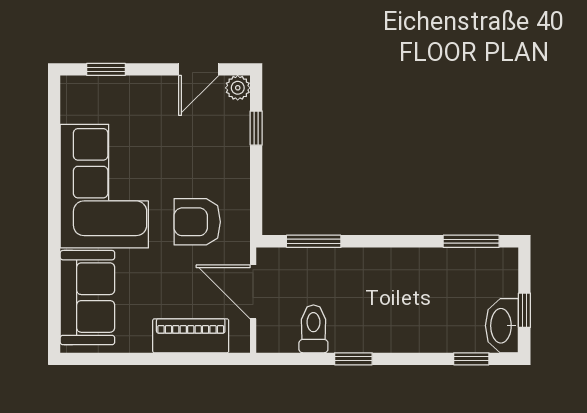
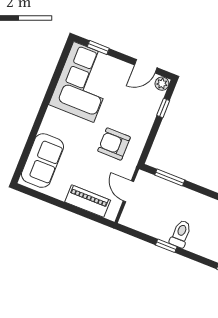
corner sofa: (104, 186) -> (84, 82), moved
door: (253, 292) -> (128, 191), width x0.73
toilet: (313, 329) -> (181, 234), moved

